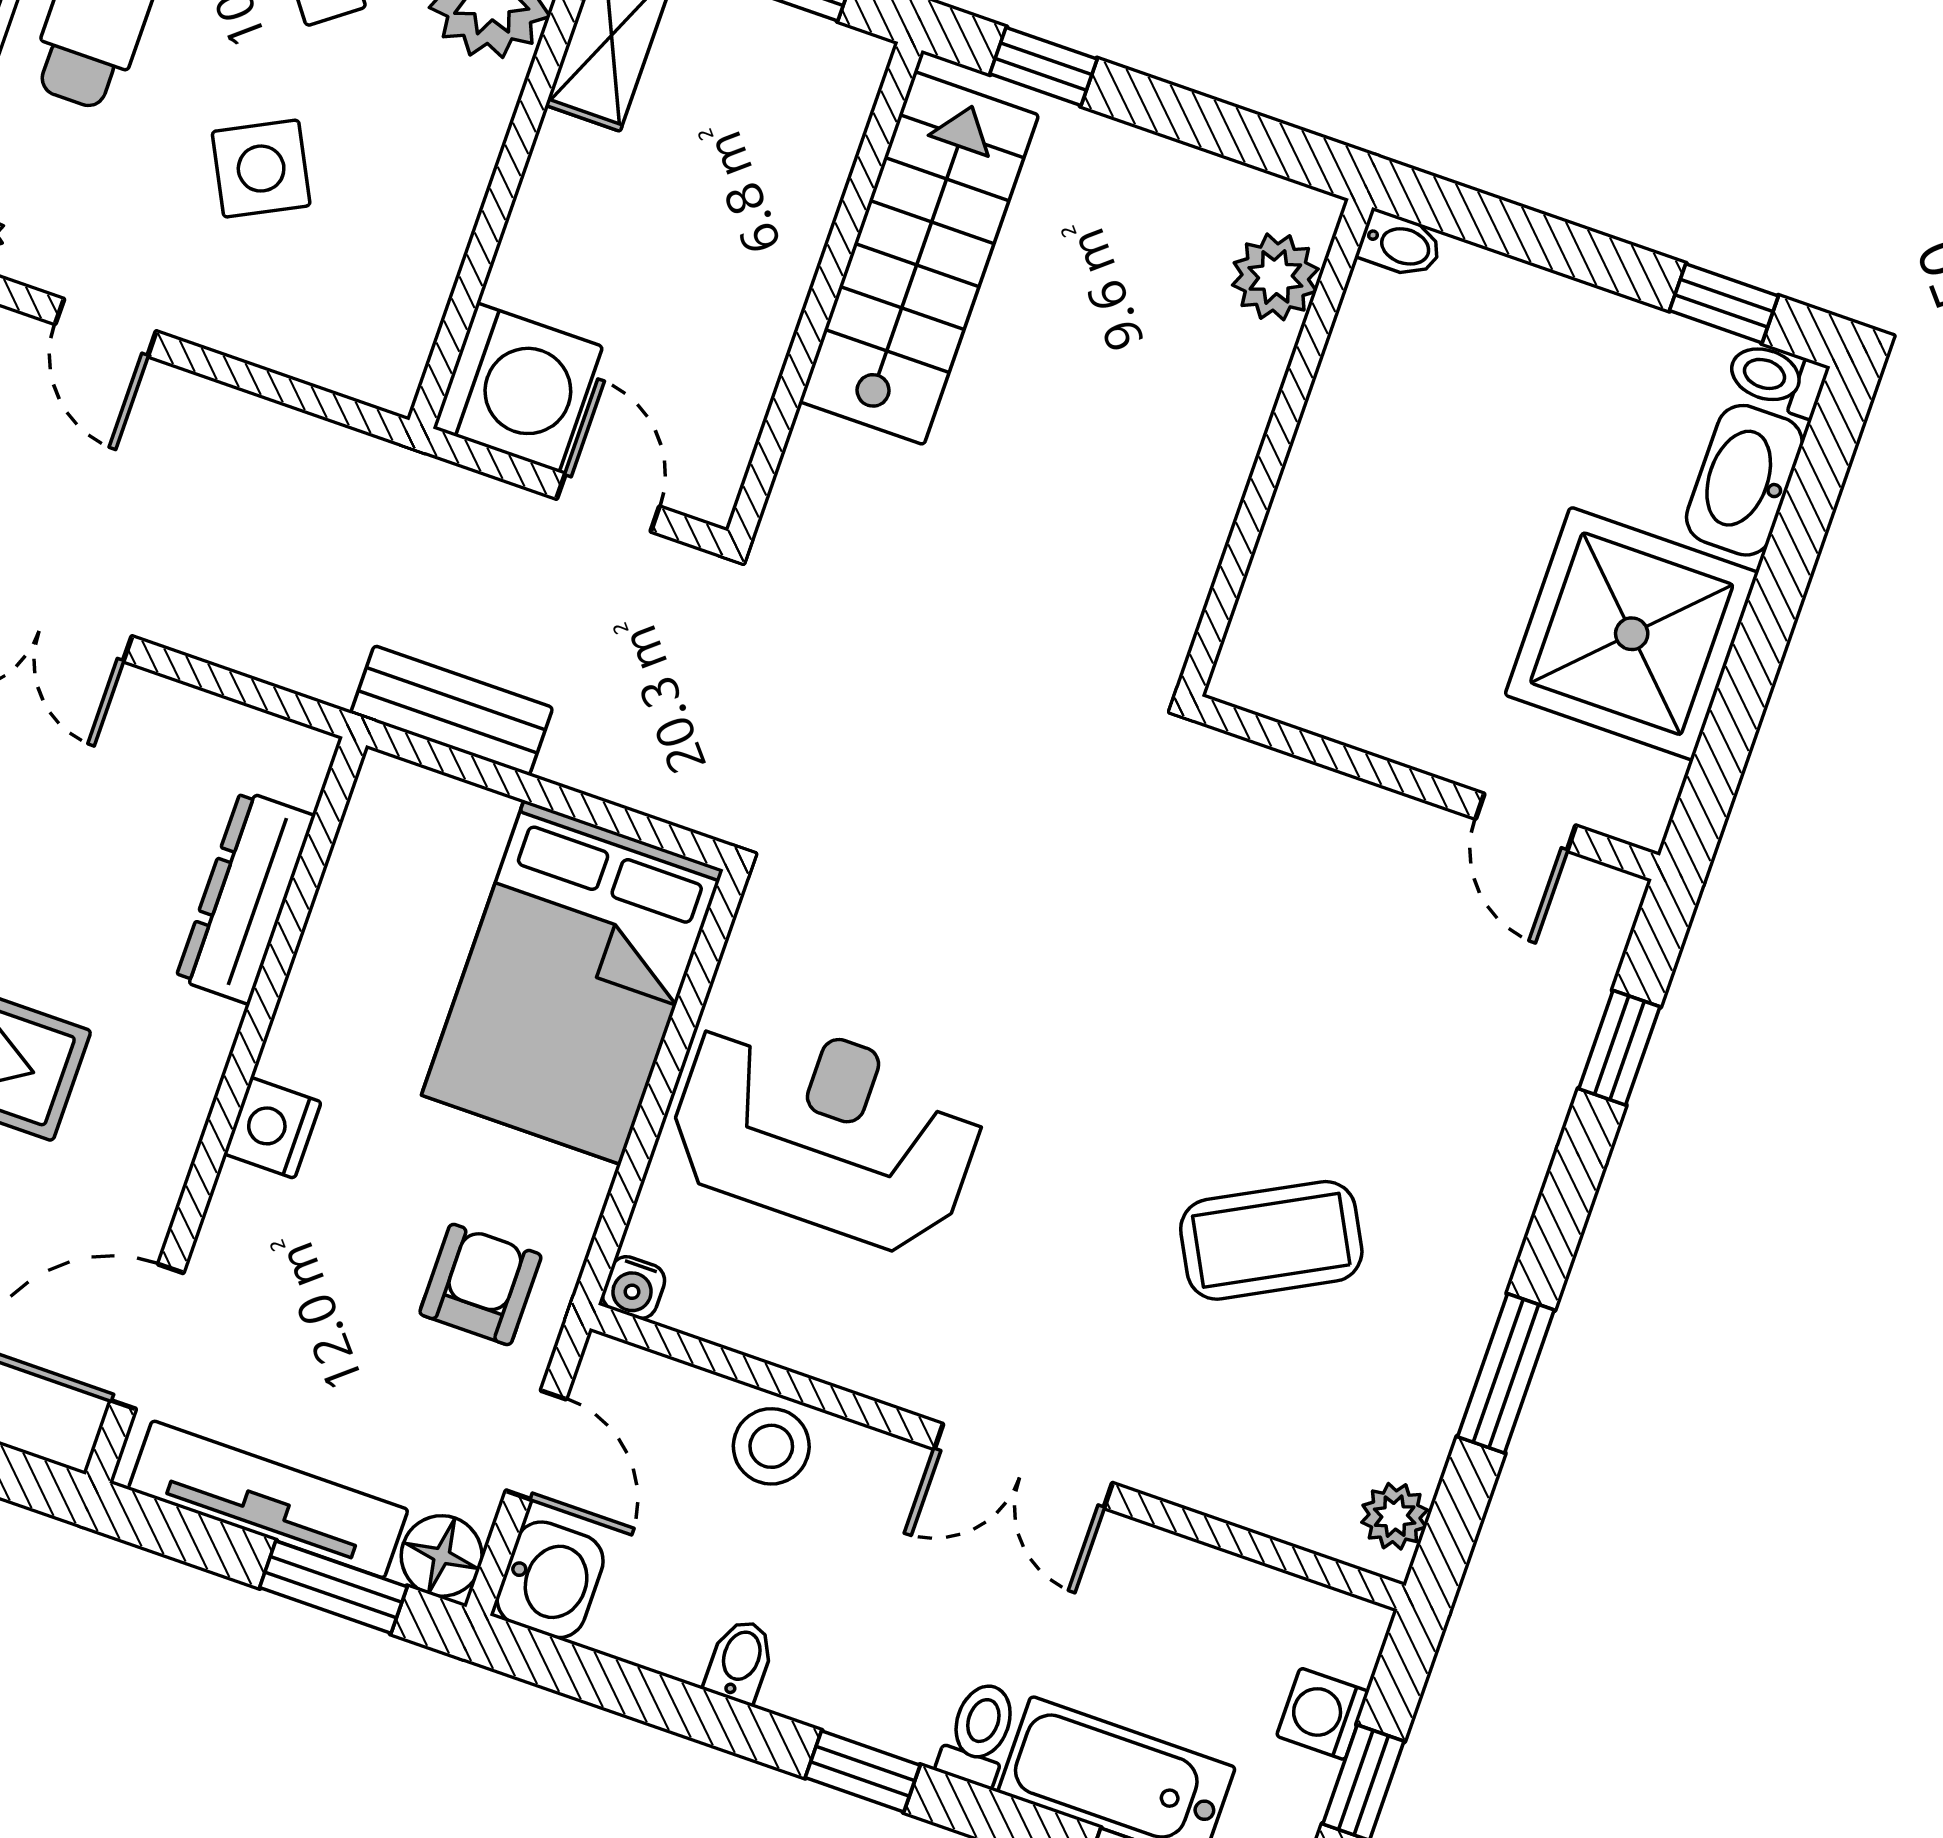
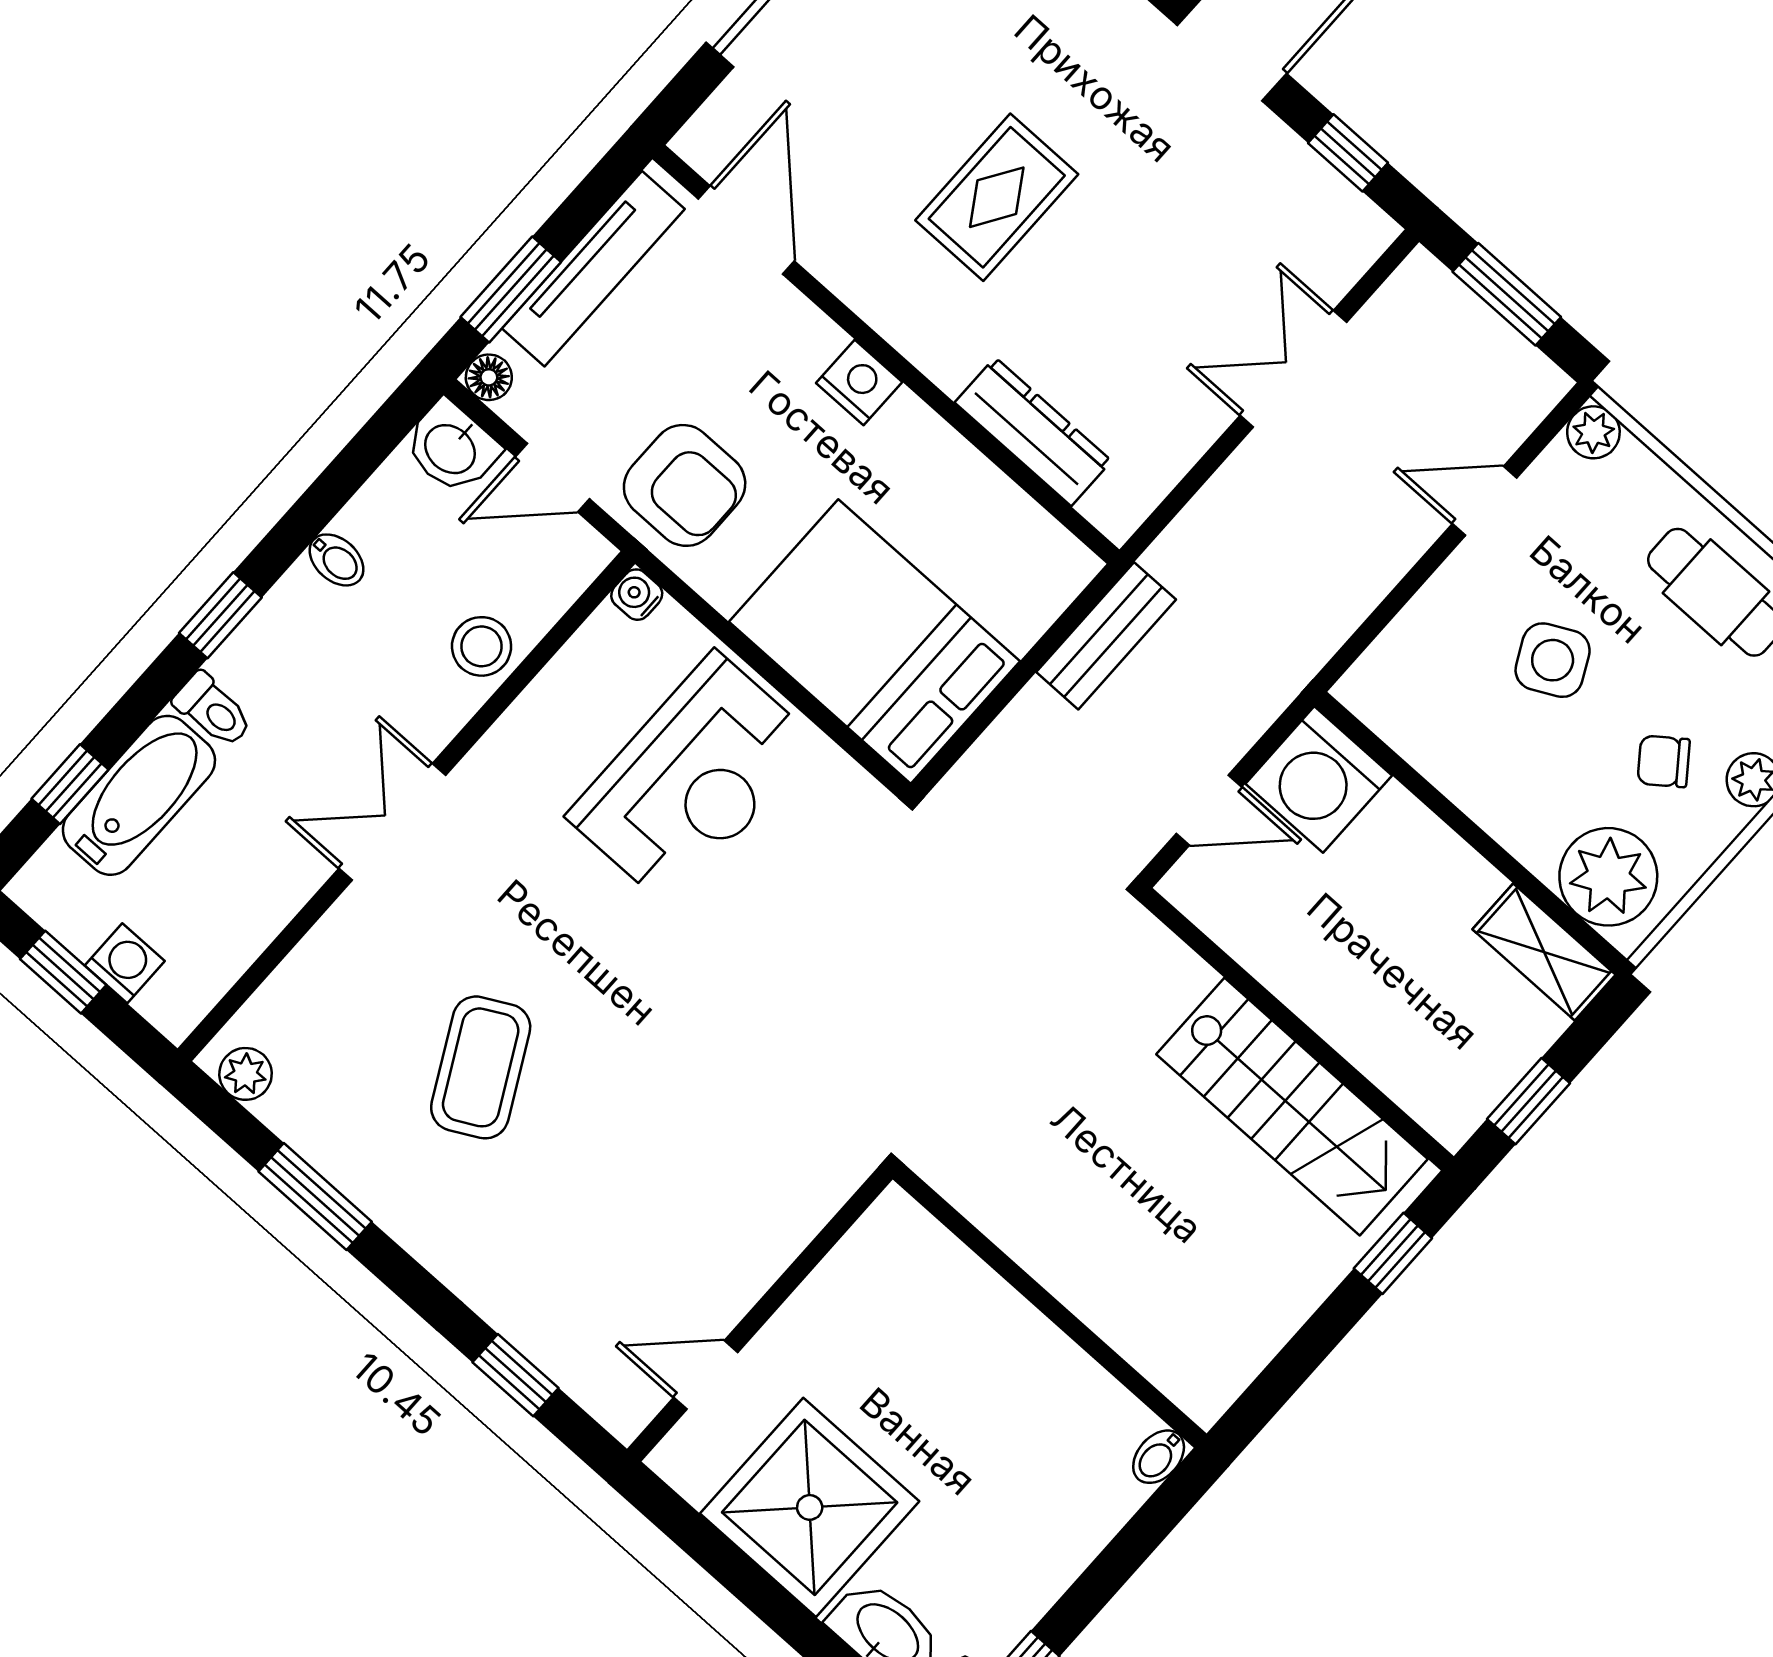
plant: (1275, 277) -> (1172, 1357), removed
armchair: (480, 1284) -> (685, 485), width x1.38, depth x1.38
floor lamp: (442, 1556) -> (489, 377), width x0.73, depth x0.73

